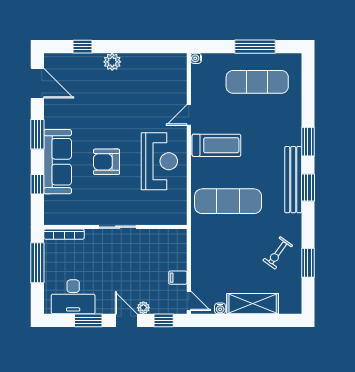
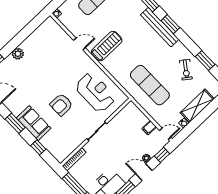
door: (189, 115) -> (79, 44), swing flipped
reception desk: (159, 161) -> (95, 92), moved
sofa: (58, 162) -> (34, 123), width x0.73
exercise mat: (228, 201) -> (150, 85), moved, turned 90

